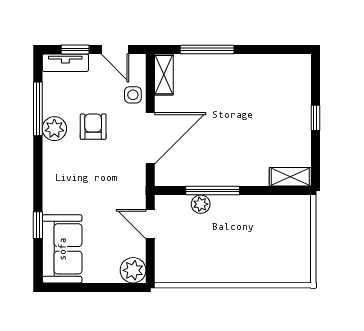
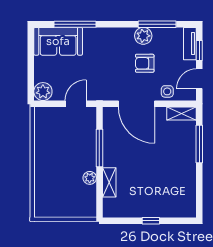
armchair: (93, 127) -> (145, 63), turned 180
shelving: (290, 177) -> (109, 182), moved
plant: (201, 204) -> (90, 178), moved
window: (38, 225) -> (75, 24), width x2.17

